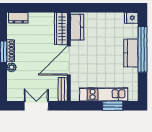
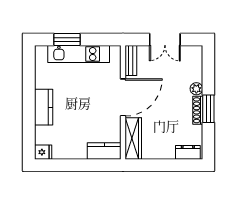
kitchen counter: (77, 27) -> (104, 151), moved, turned 90
window: (142, 49) -> (29, 112), removed

